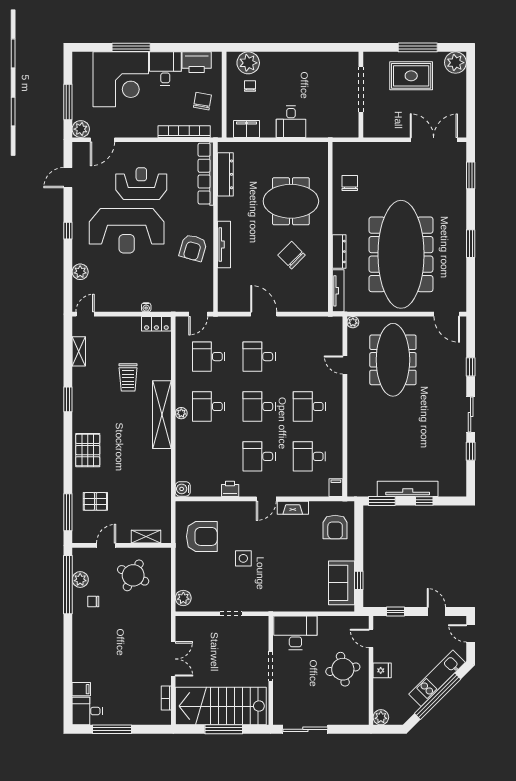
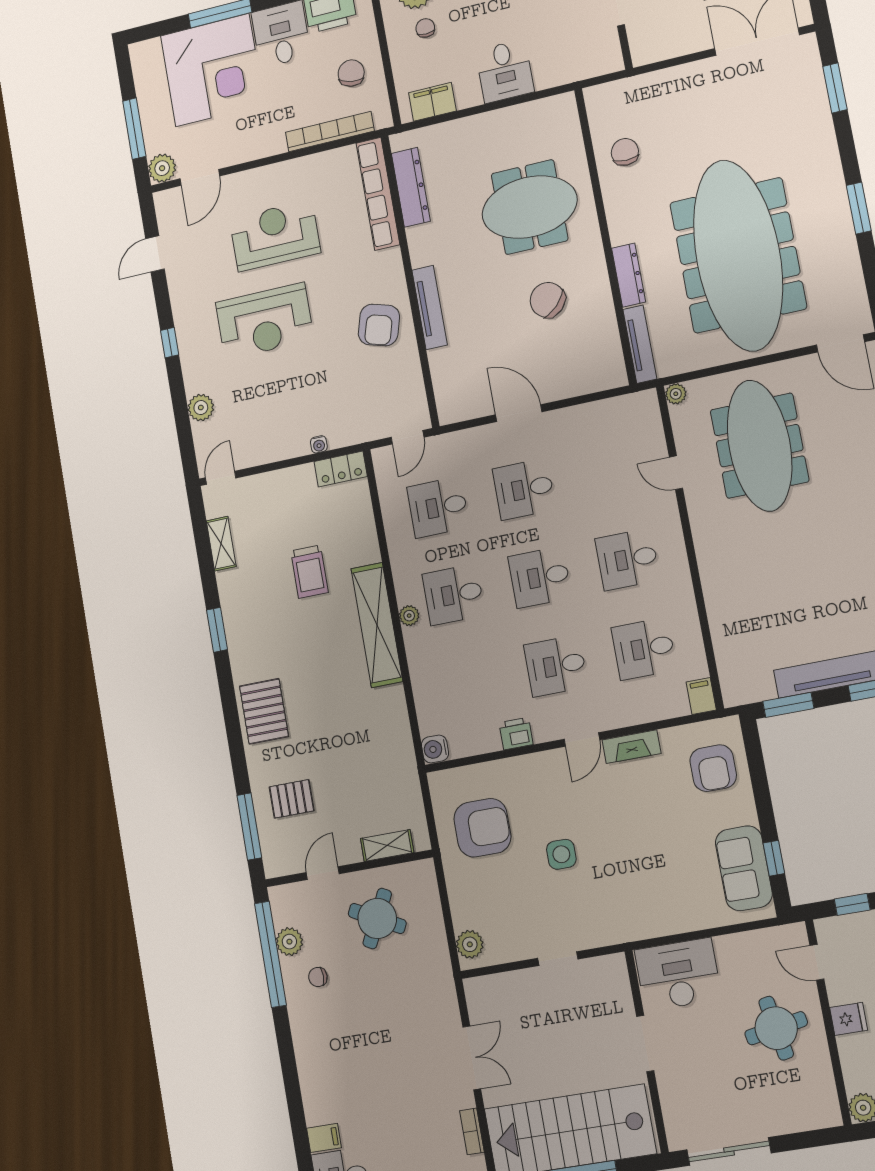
reception desk: (127, 231) -> (265, 321), width x0.74, depth x0.77

